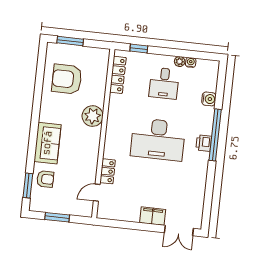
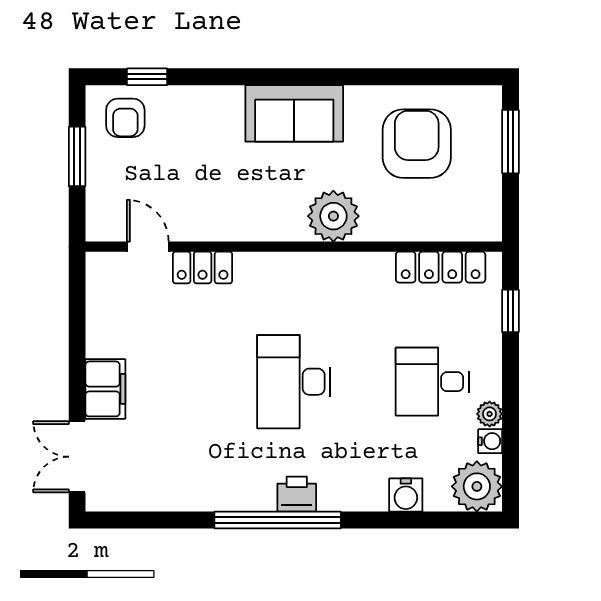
plant: (208, 70) -> (477, 486), added
window: (215, 135) -> (278, 520), moved
desk: (158, 139) -> (294, 382), width x0.73, depth x0.77
sofa: (47, 143) -> (294, 113), moved
armchair: (45, 179) -> (125, 118), moved
window: (28, 185) -> (147, 77), width x0.67

